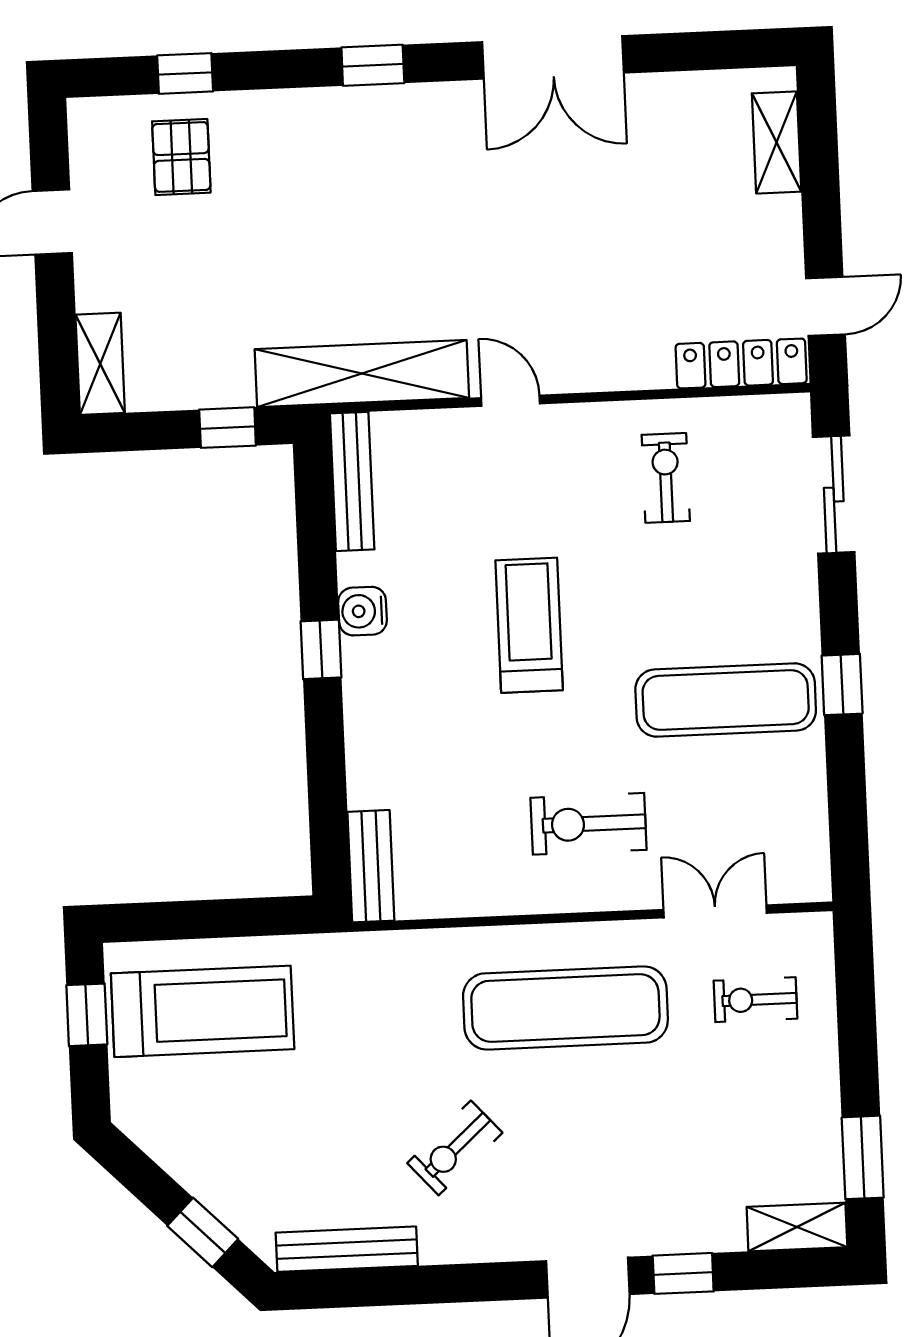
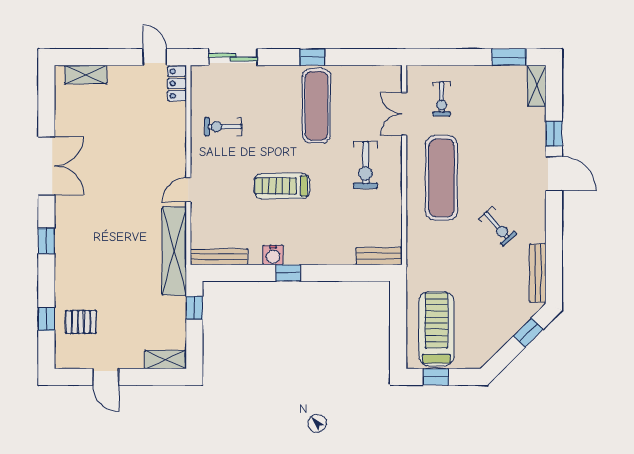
locker: (741, 363) -> (177, 84), width x0.66

